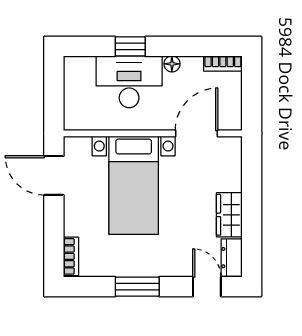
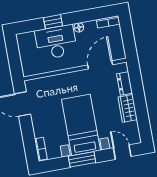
bed with nightstands: (134, 185) -> (81, 125), moved, turned 180
dresser: (232, 258) -> (124, 83), moved

